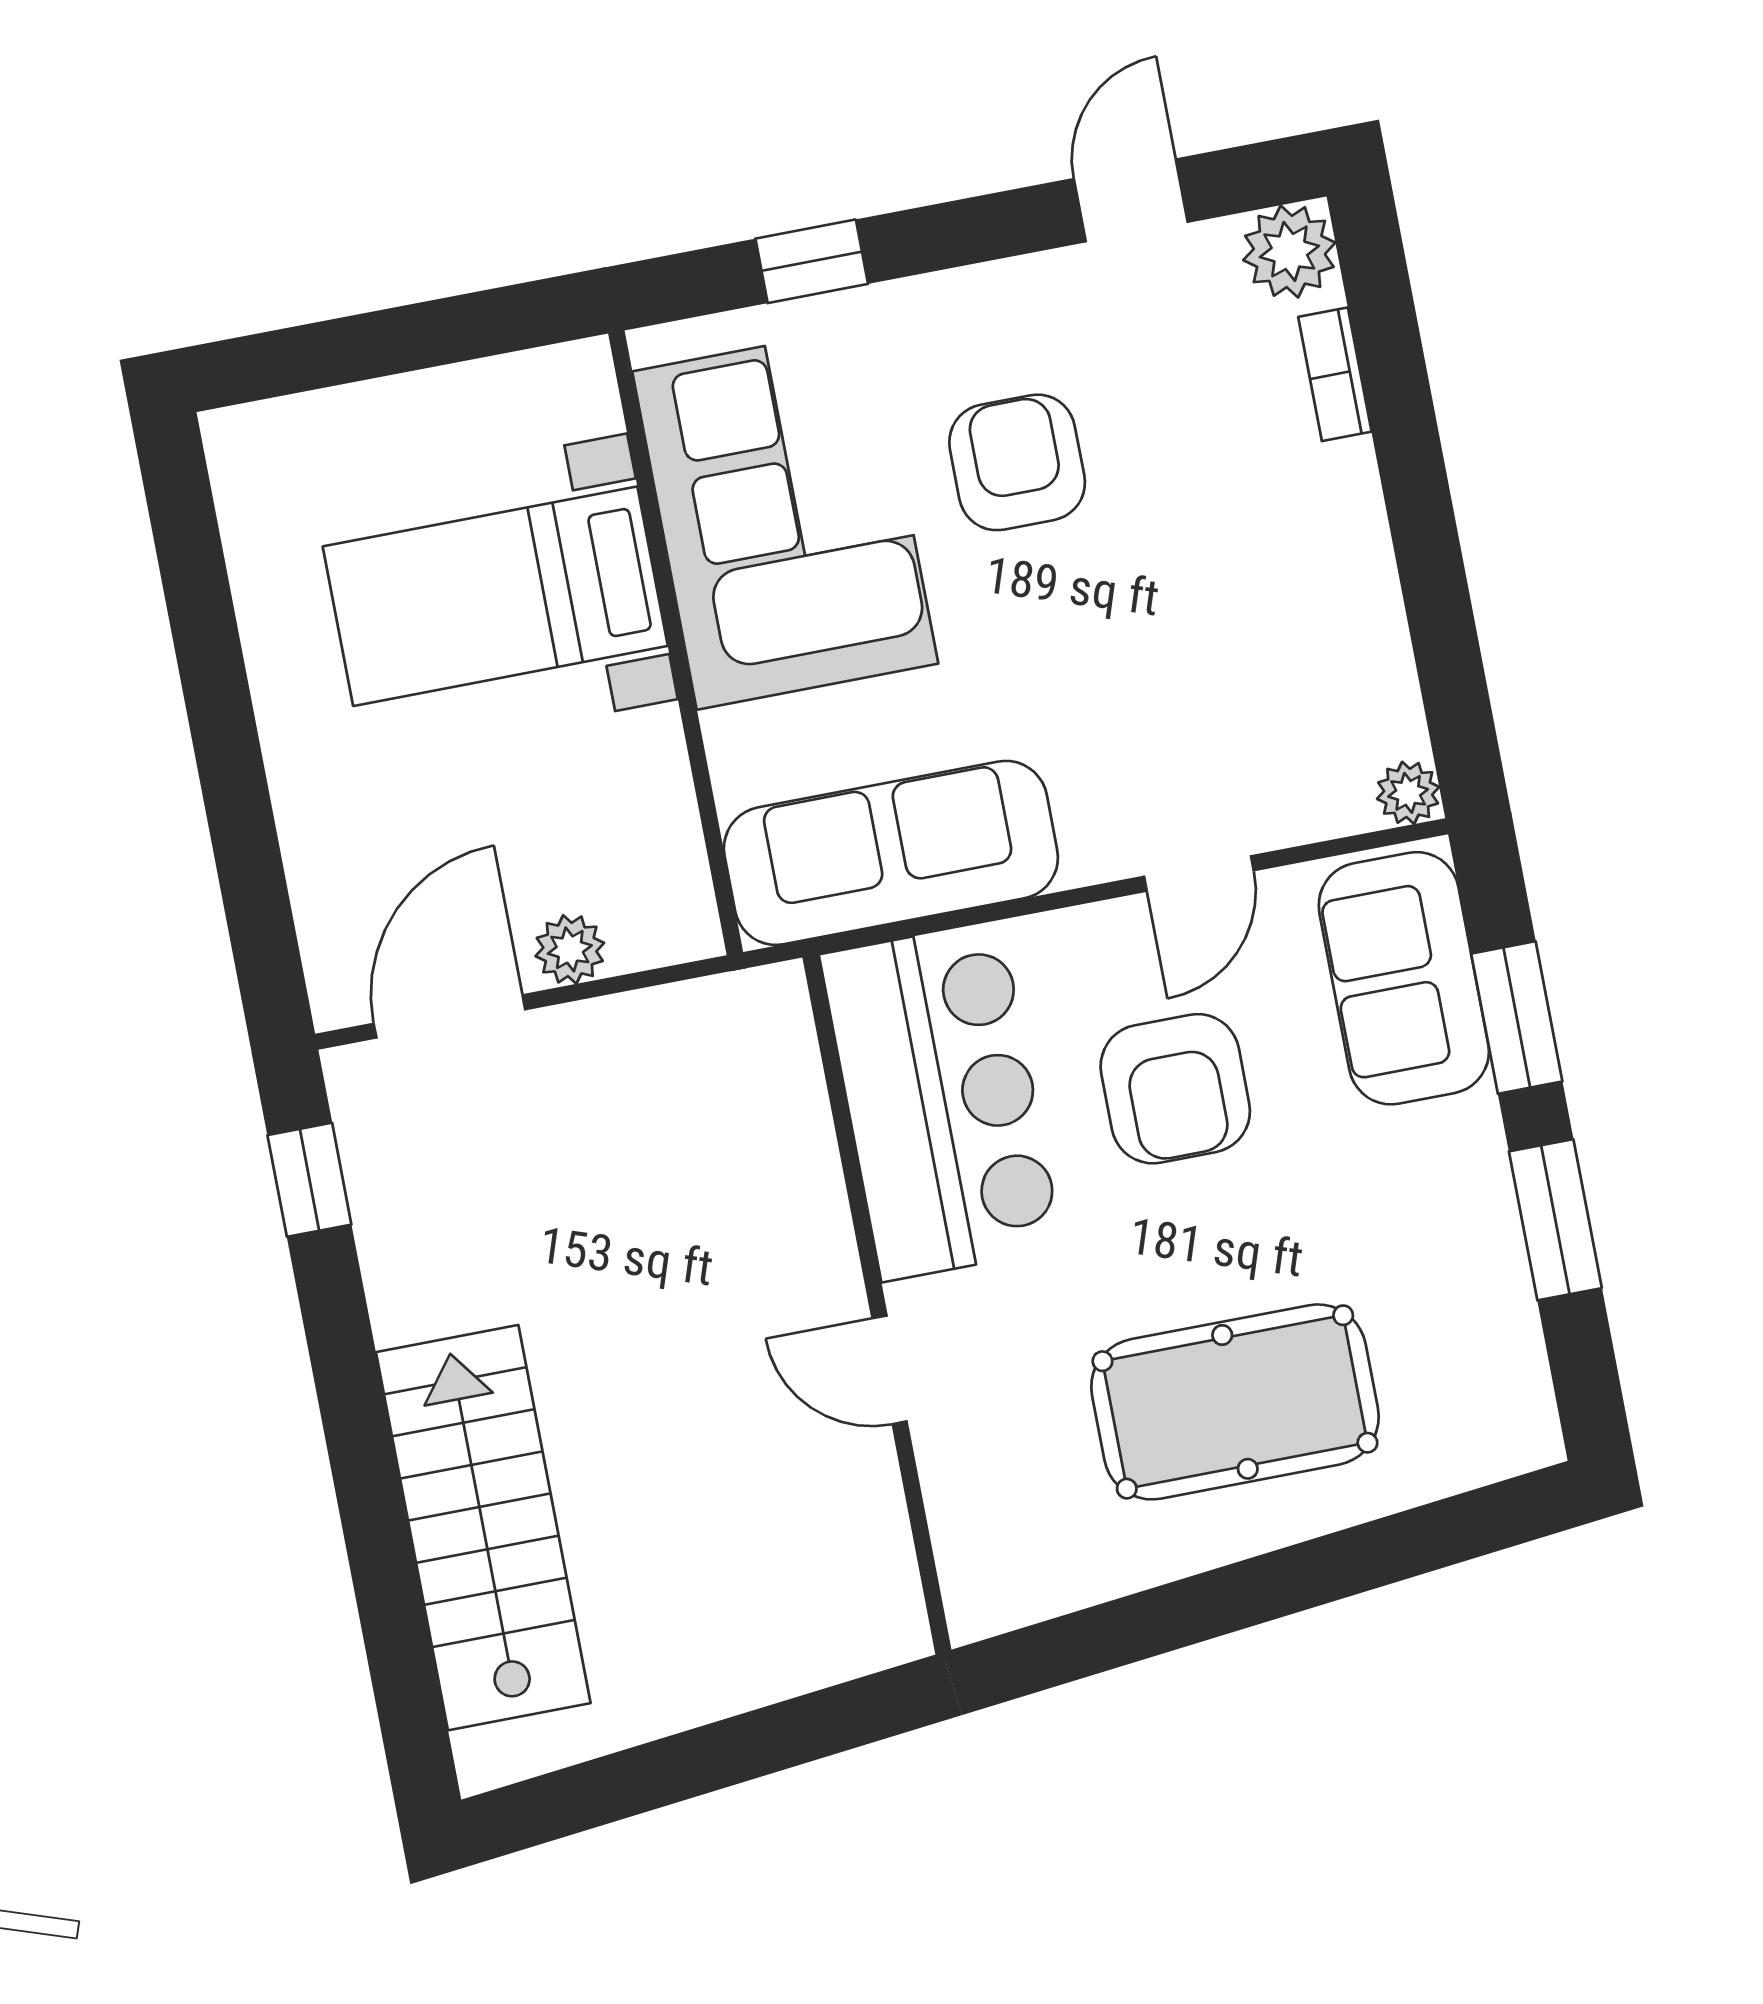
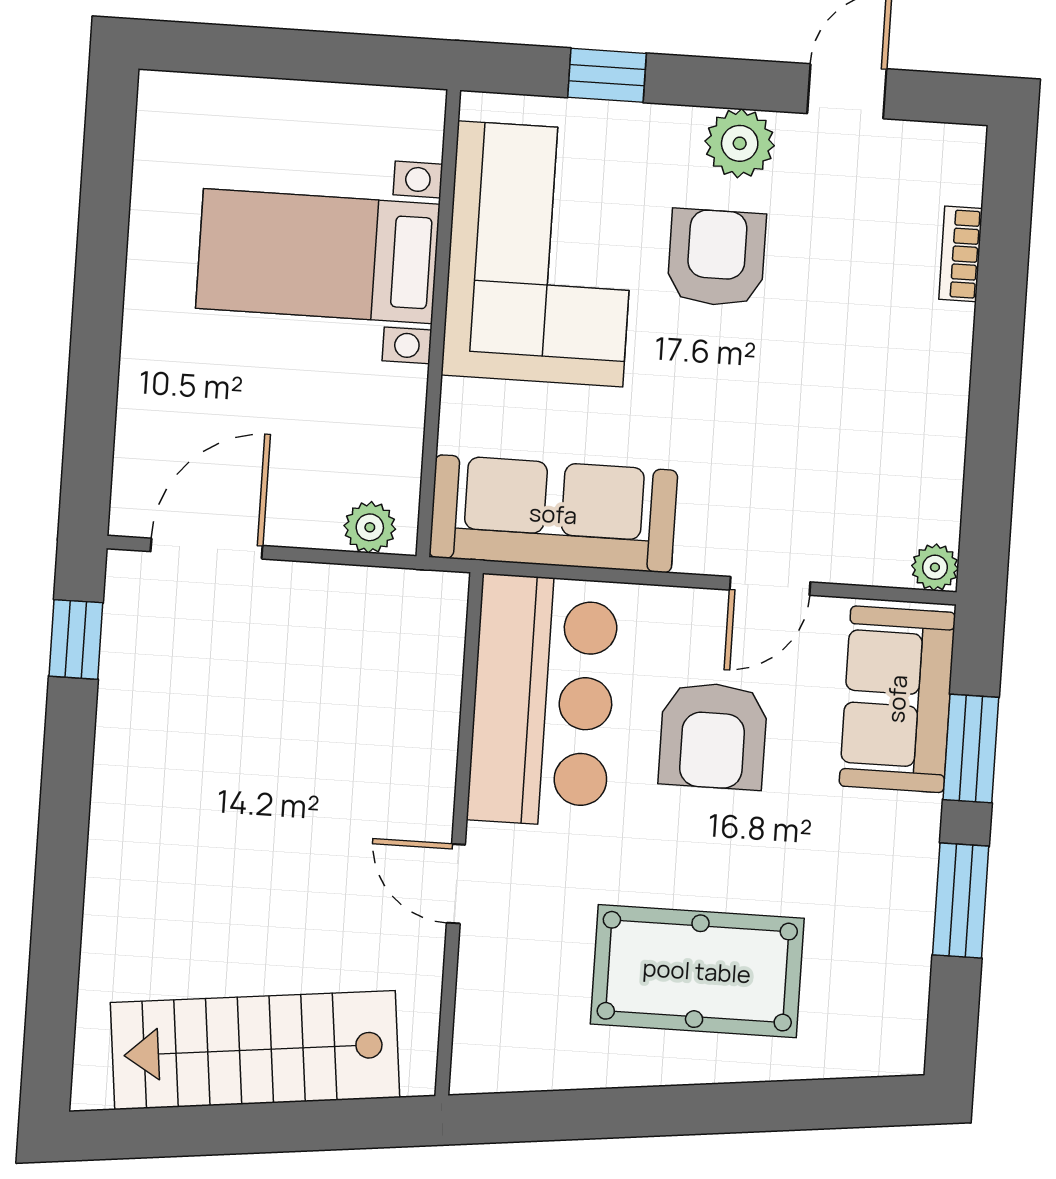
plant: (1289, 251) -> (740, 143), moved
plant: (570, 949) -> (370, 527), moved
stairs: (483, 1528) -> (255, 1050), moved, turned -96

